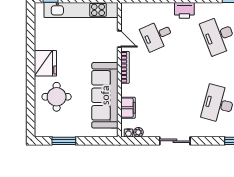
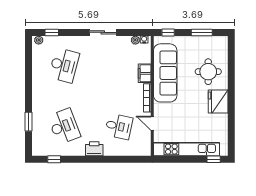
desk: (157, 35) -> (119, 126), turned 36
filing cabinet: (128, 108) -> (145, 73), moved
window: (101, 141) -> (168, 32), added

